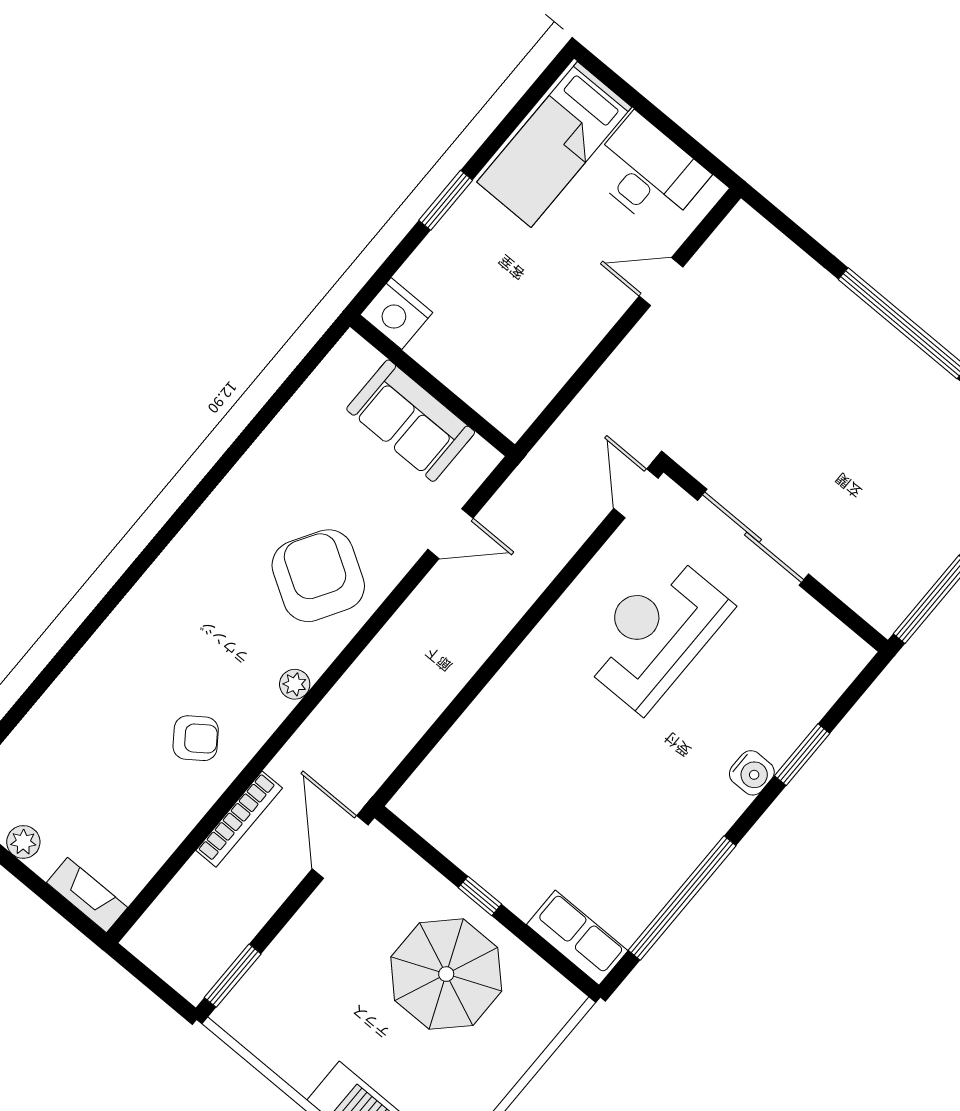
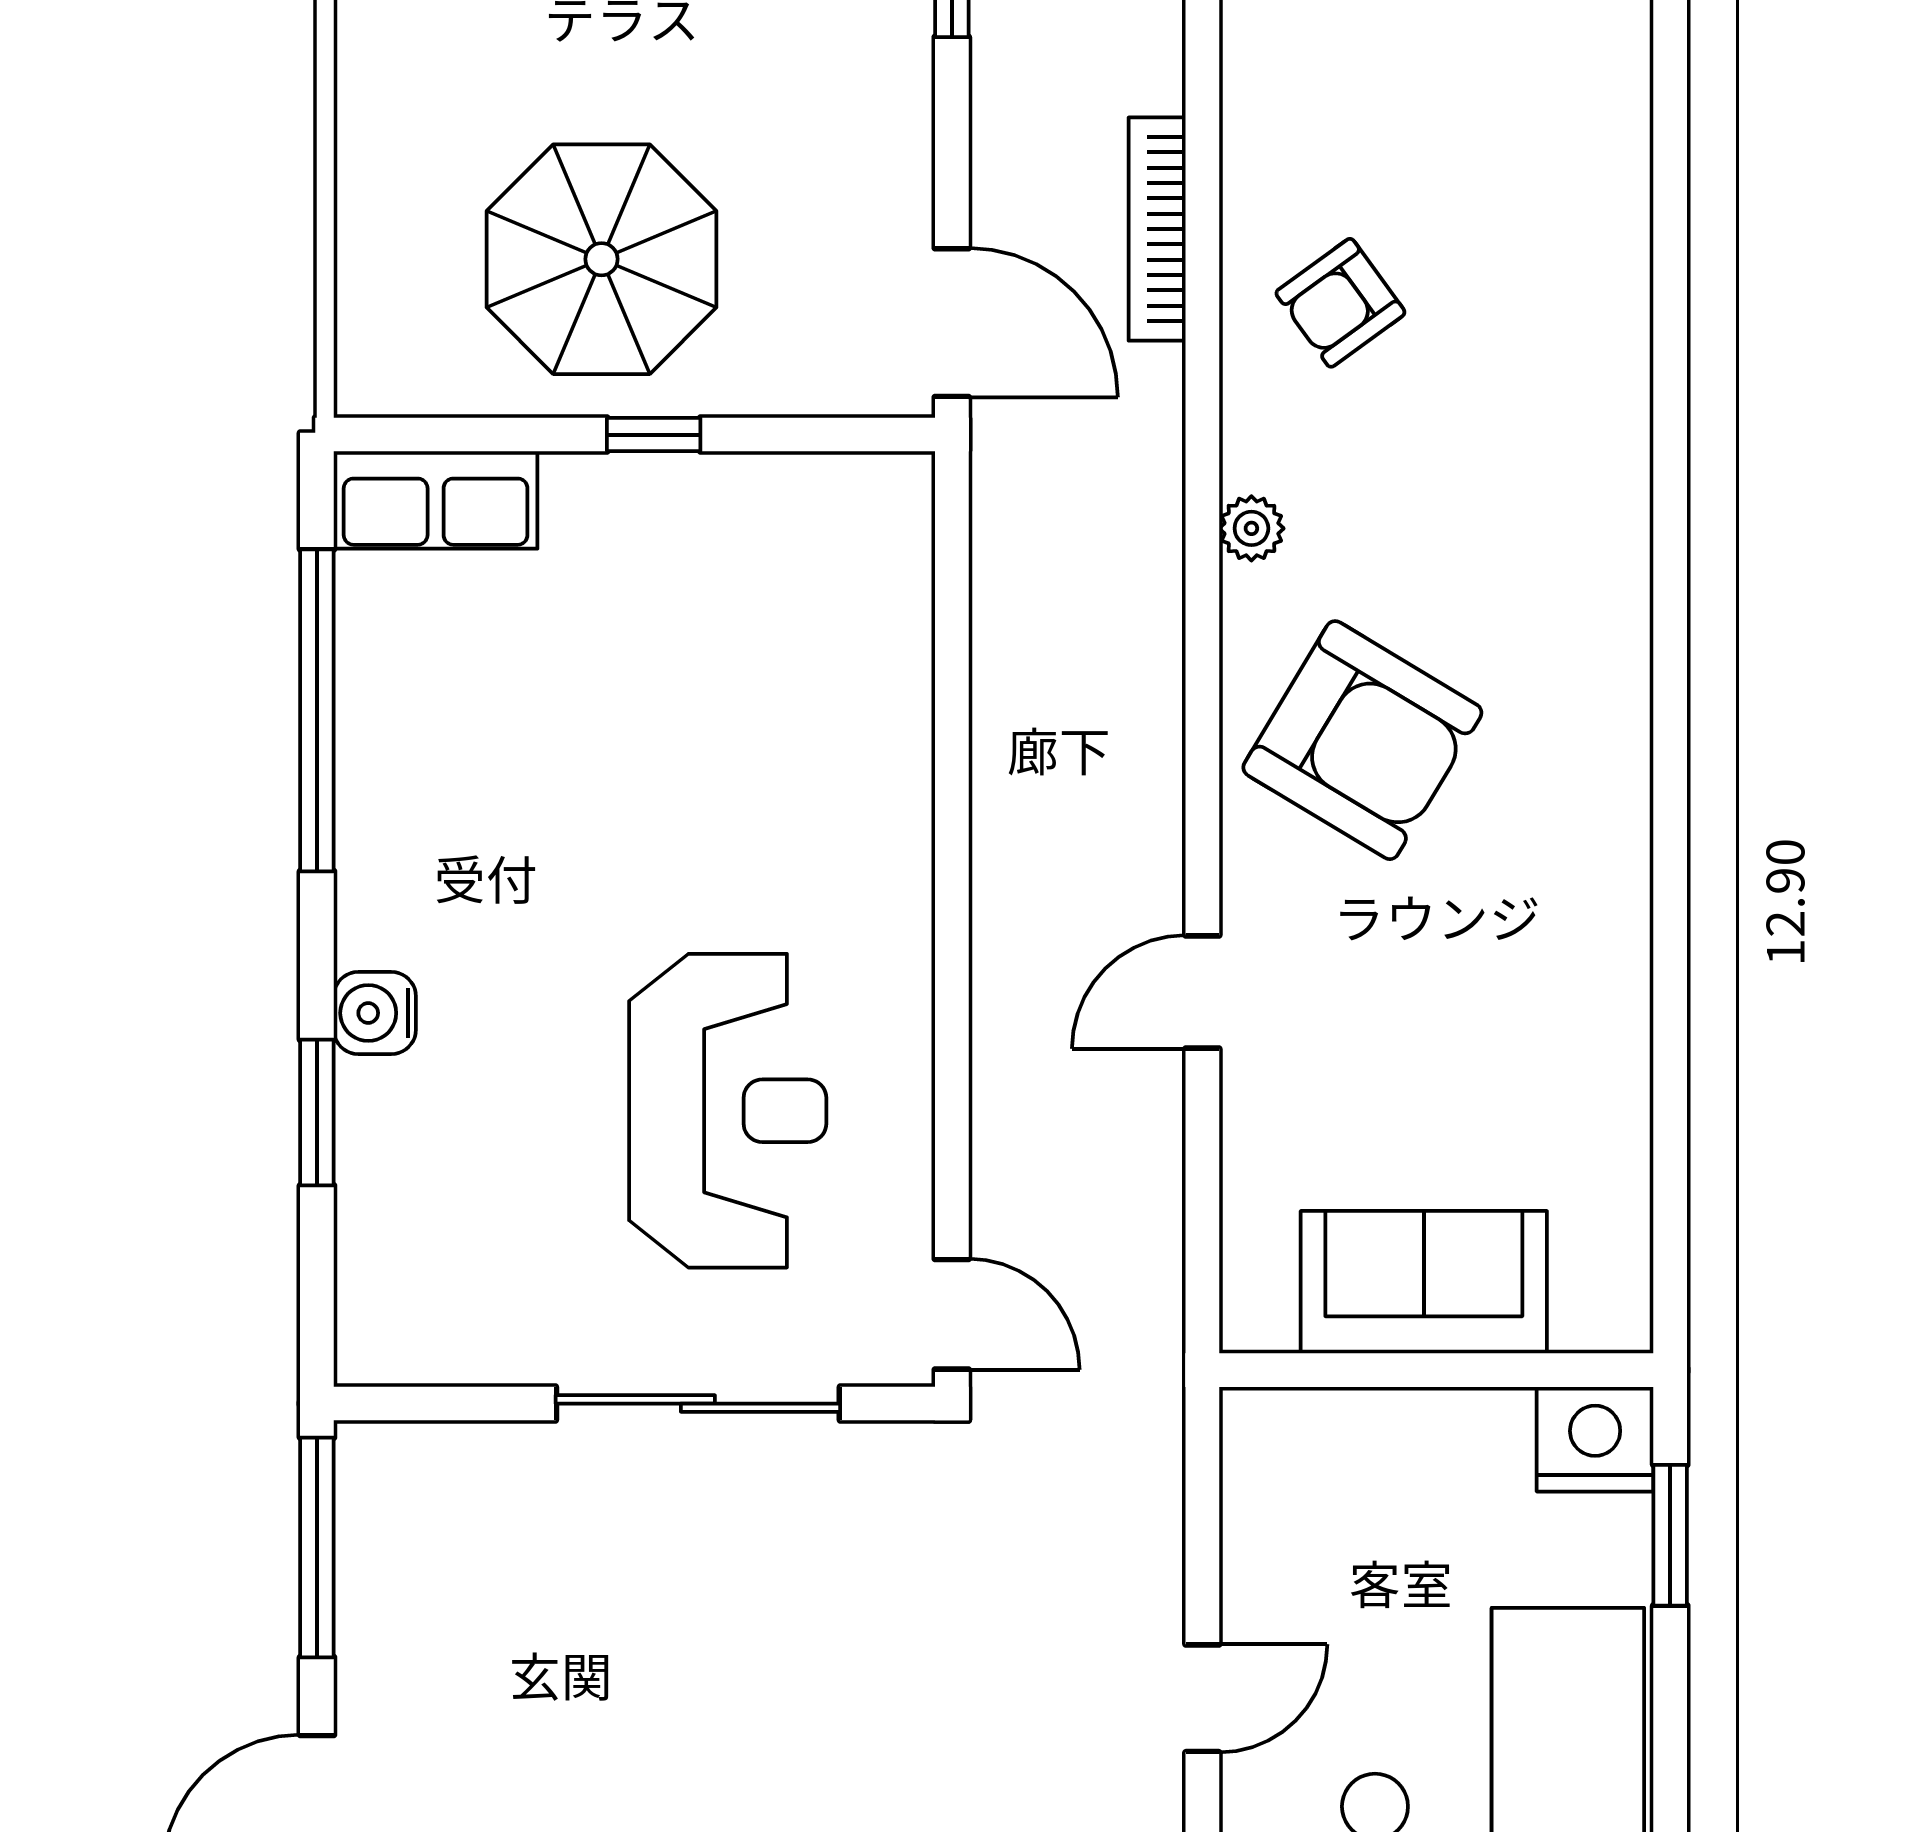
nightstand: (396, 314) -> (1595, 1439), moved
wall: (432, 386) -> (1436, 1370), moved
sofa: (411, 421) -> (1424, 1282), moved

